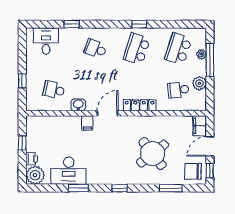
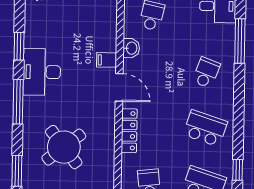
window: (72, 24) -> (240, 41), width x2.17
window: (139, 24) -> (238, 170), moved
desk: (69, 171) -> (42, 72), moved
window: (120, 188) -> (18, 102), width x2.17

